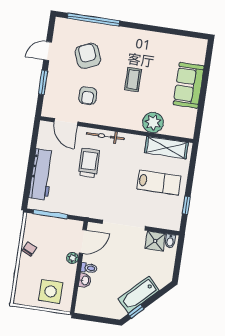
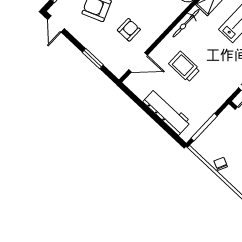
door: (48, 51) -> (56, 24), moved
armchair: (88, 96) -> (129, 30), turned -90
bicycle: (105, 136) -> (186, 23), moved

